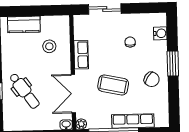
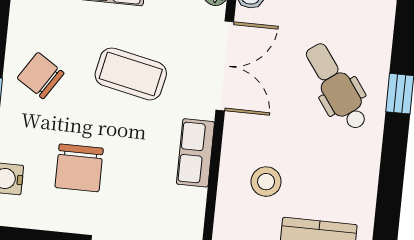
chair: (130, 42) -> (79, 168), width x1.87, depth x1.87

